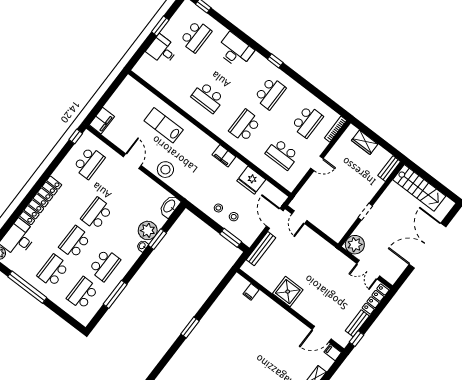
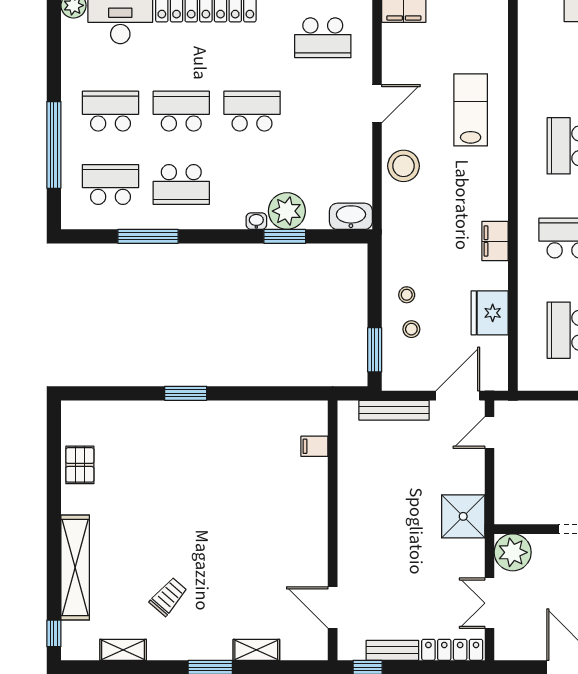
window: (27, 287) -> (54, 145), moved
shower: (288, 292) -> (463, 516), moved
filing cabinet: (333, 352) -> (318, 646), removed

